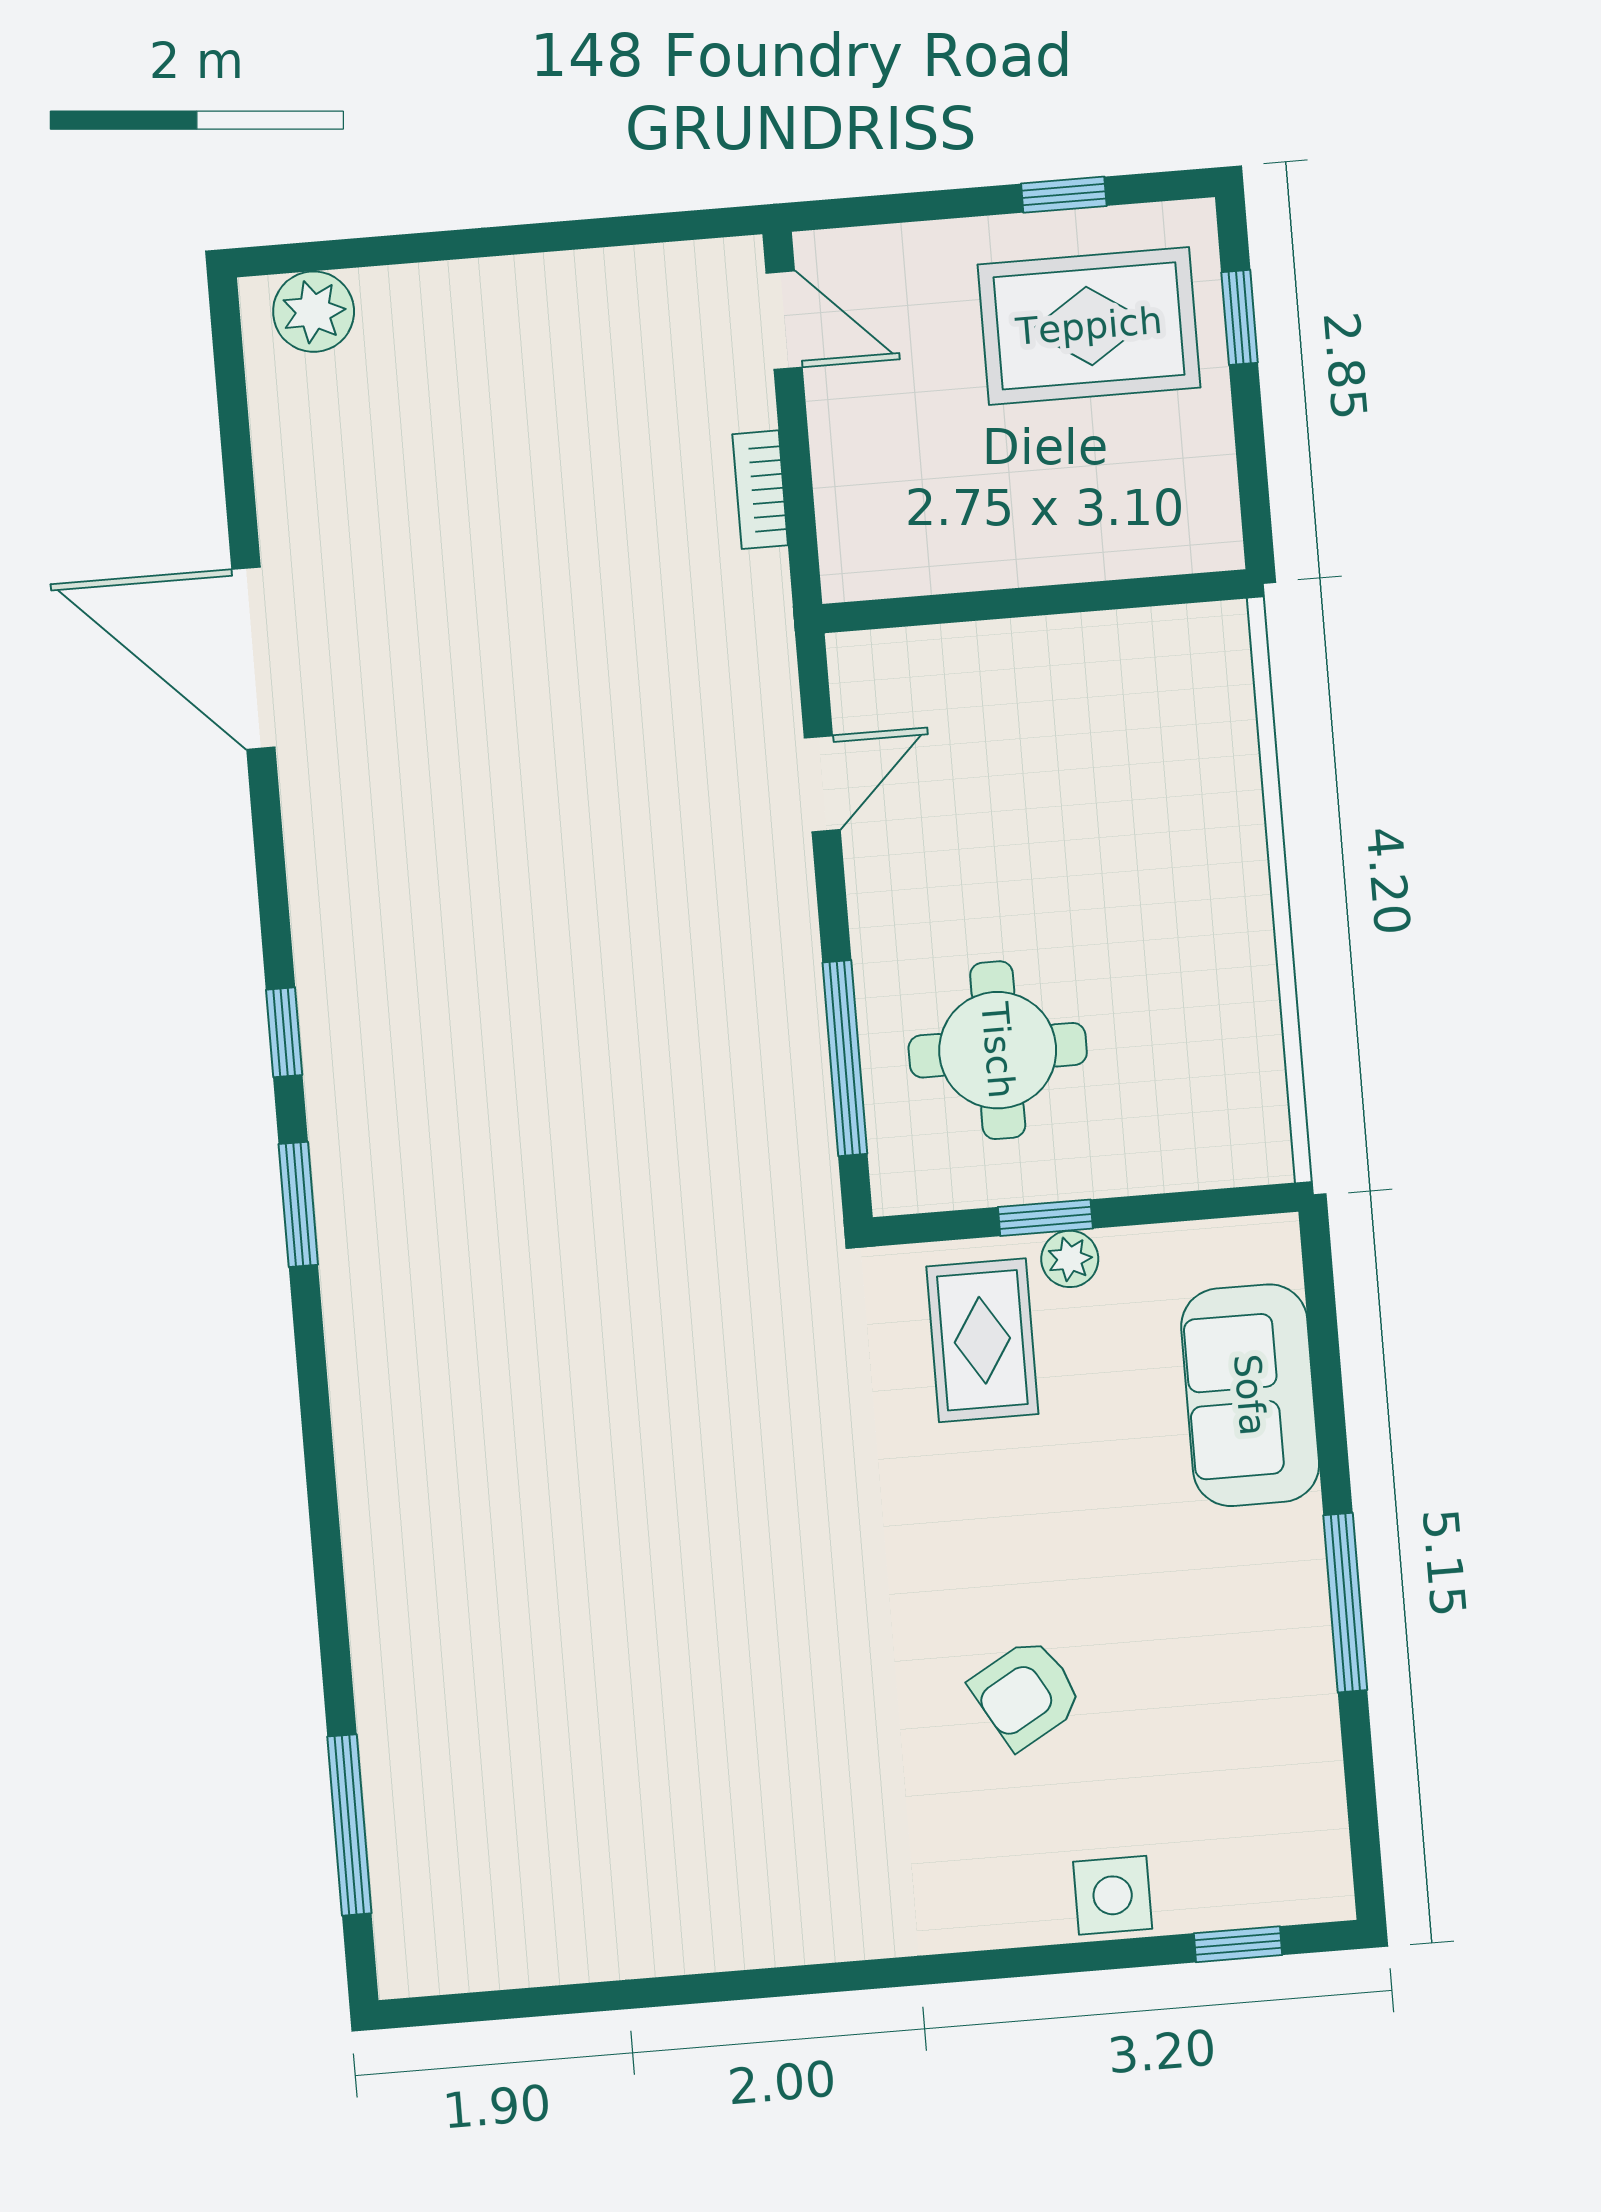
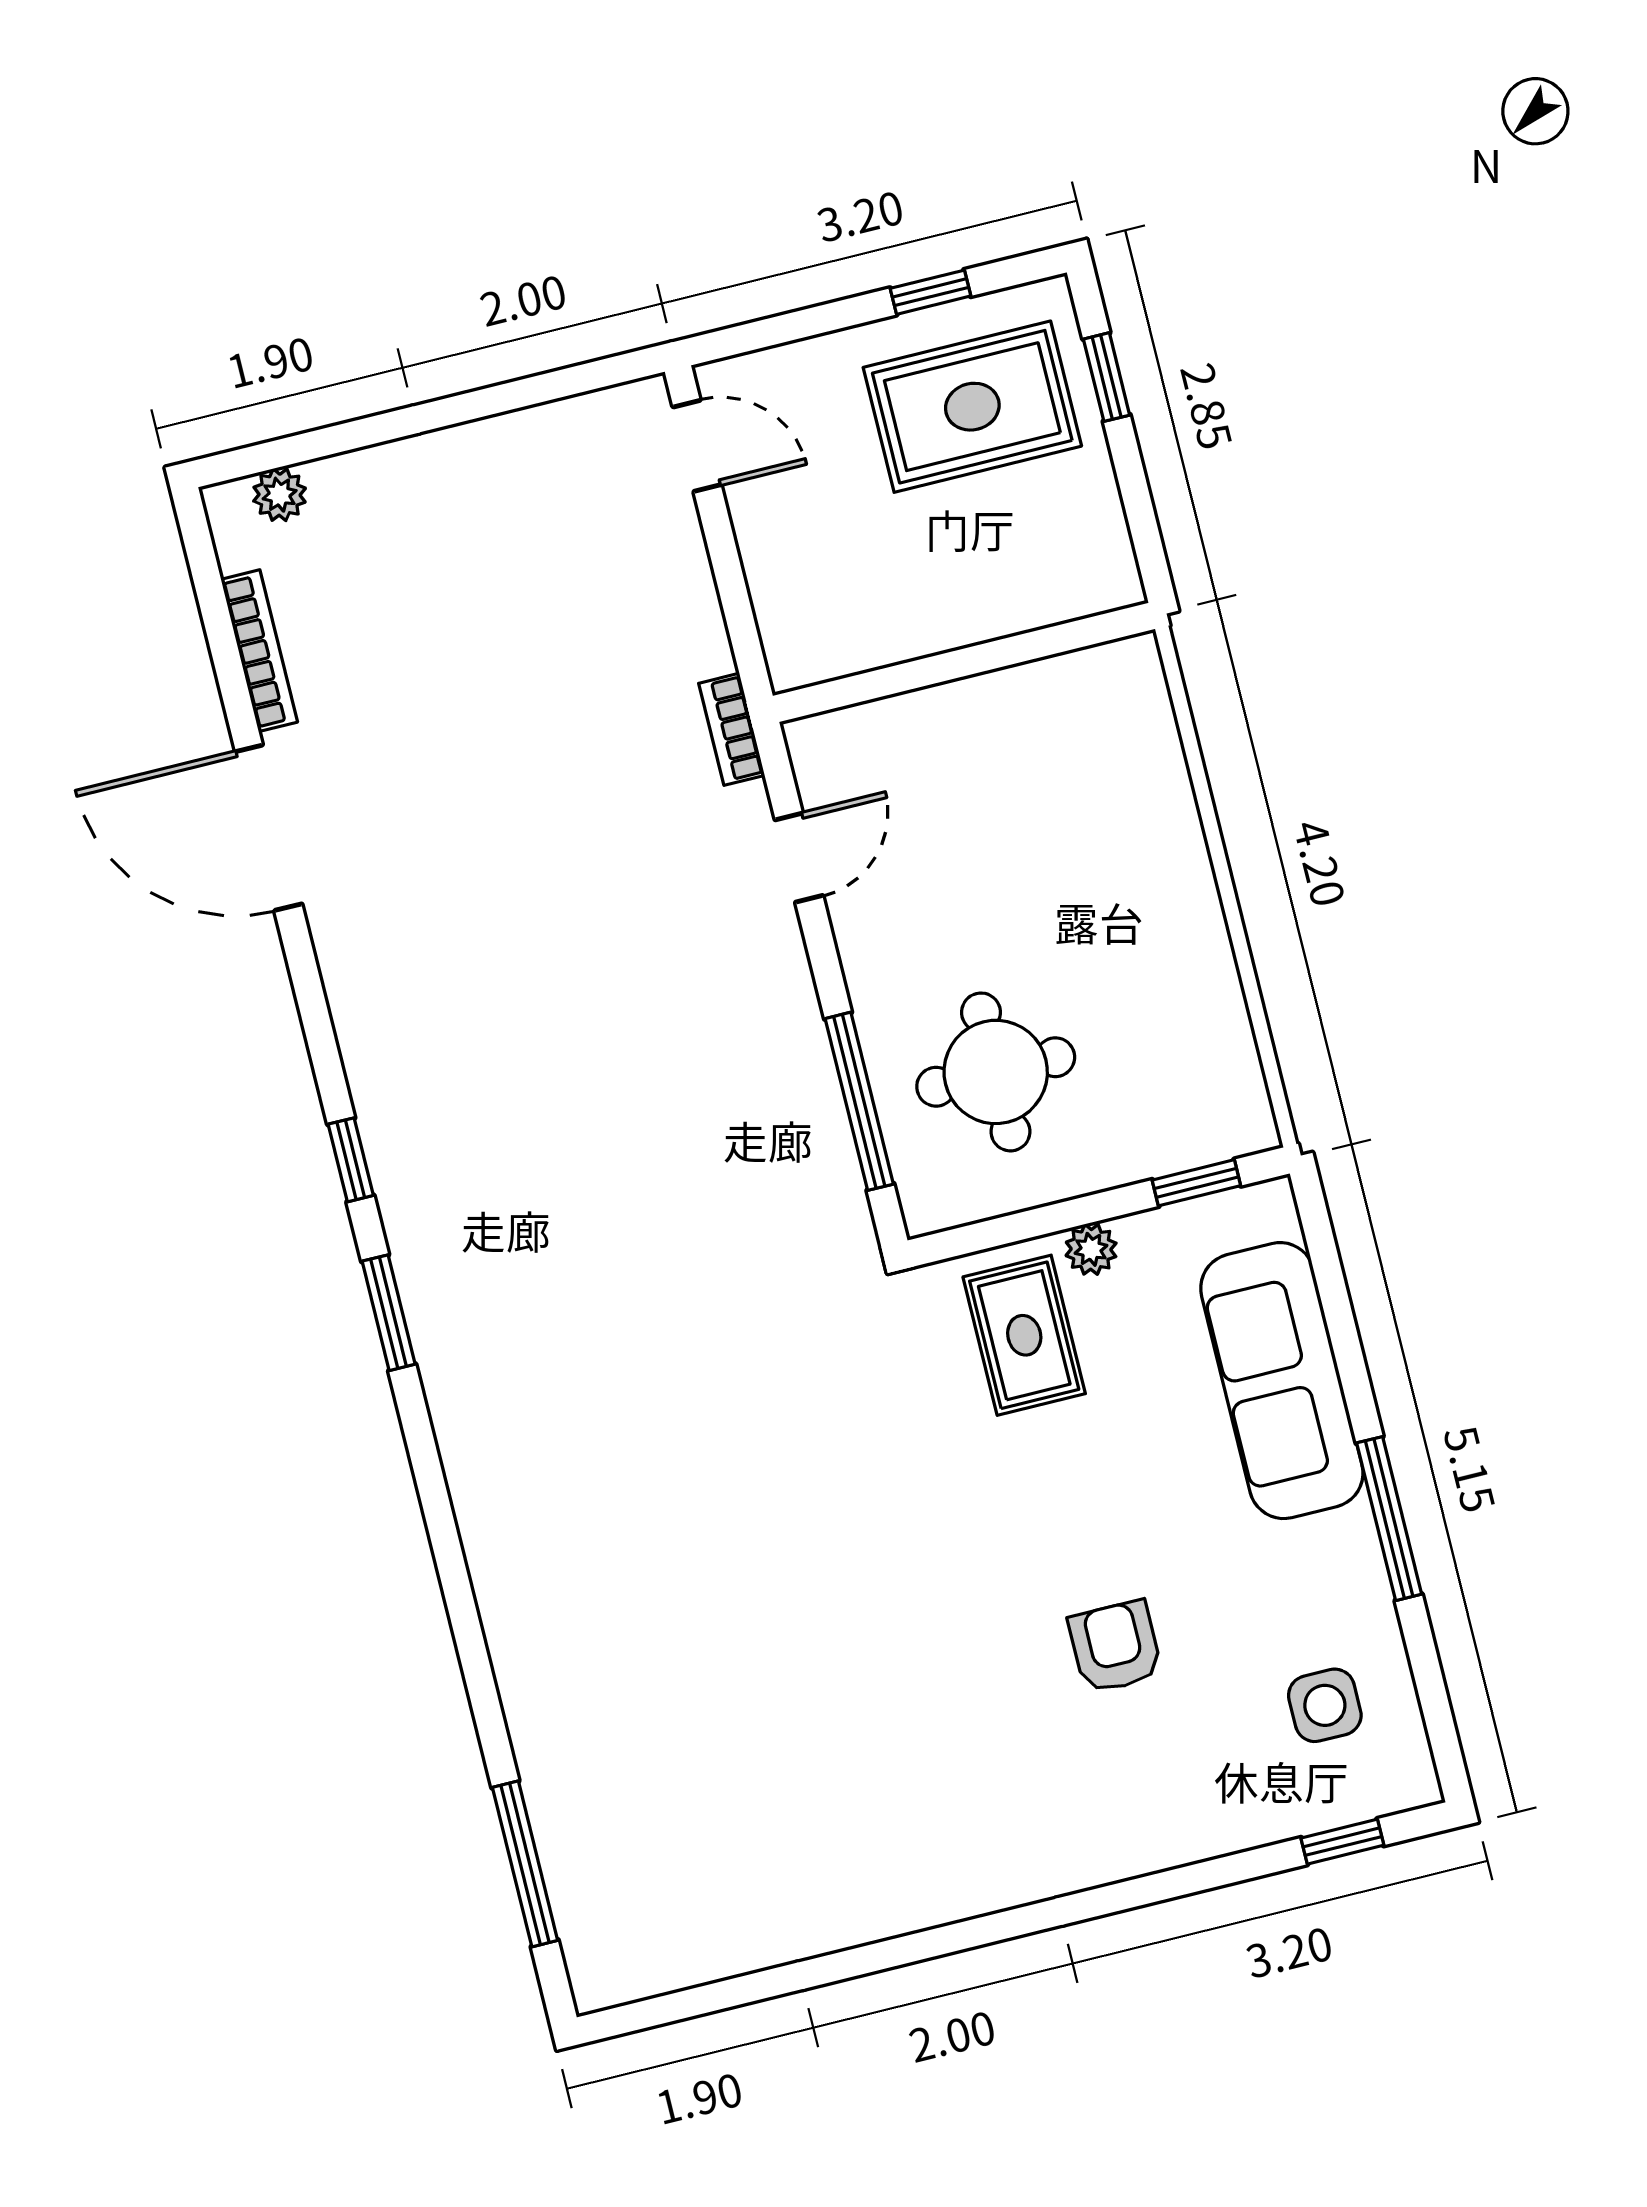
plant: (314, 312) -> (280, 495), width x0.73, depth x0.73
bookcase: (274, 465) -> (259, 651), added
bookcase: (760, 490) -> (732, 729), moved
window: (1045, 1218) -> (1196, 1183), moved
sofa: (1250, 1395) -> (1282, 1381), width x1.36
armchair: (1026, 1693) -> (1115, 1647), turned 120
side table: (1113, 1895) -> (1325, 1705), moved

